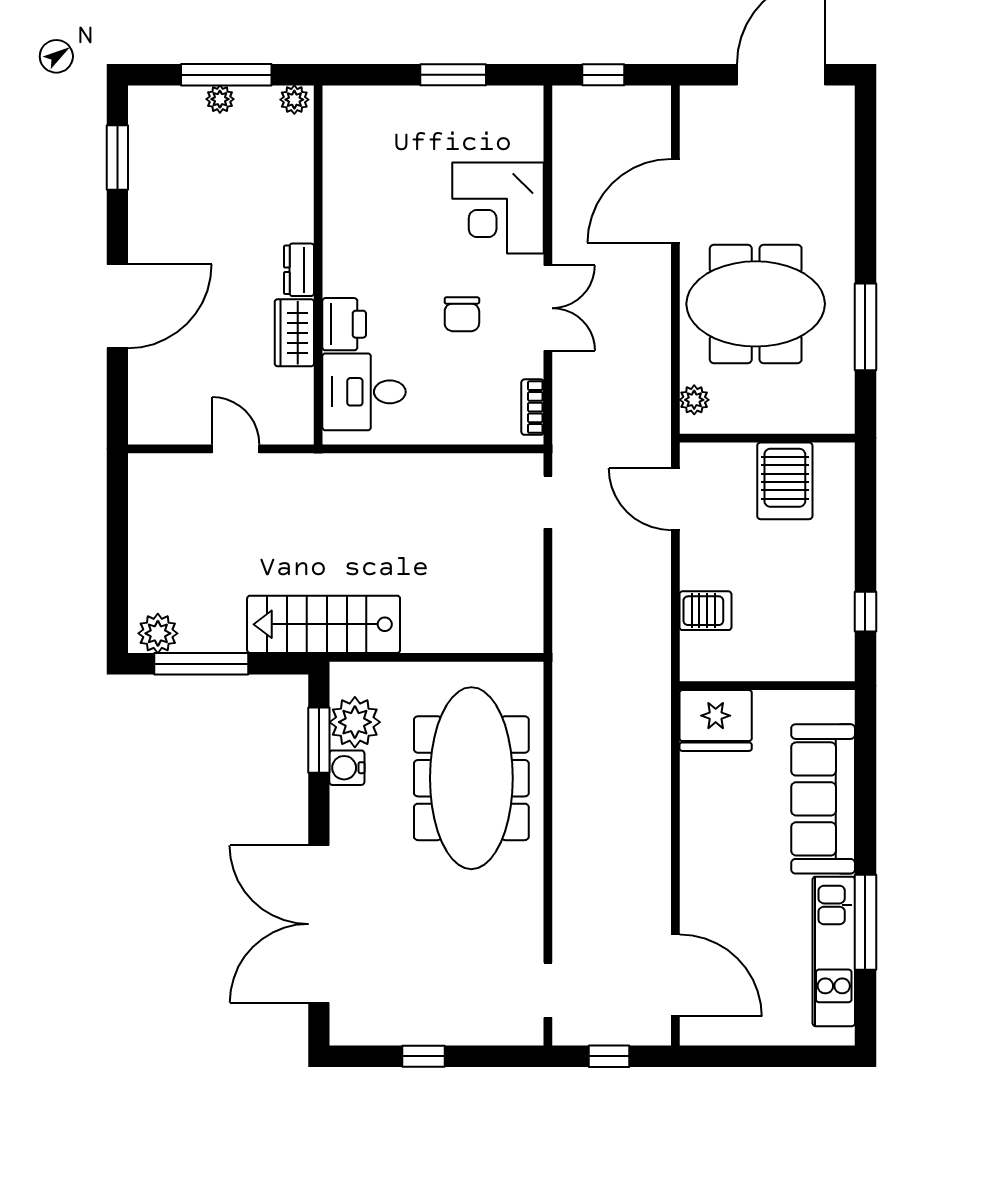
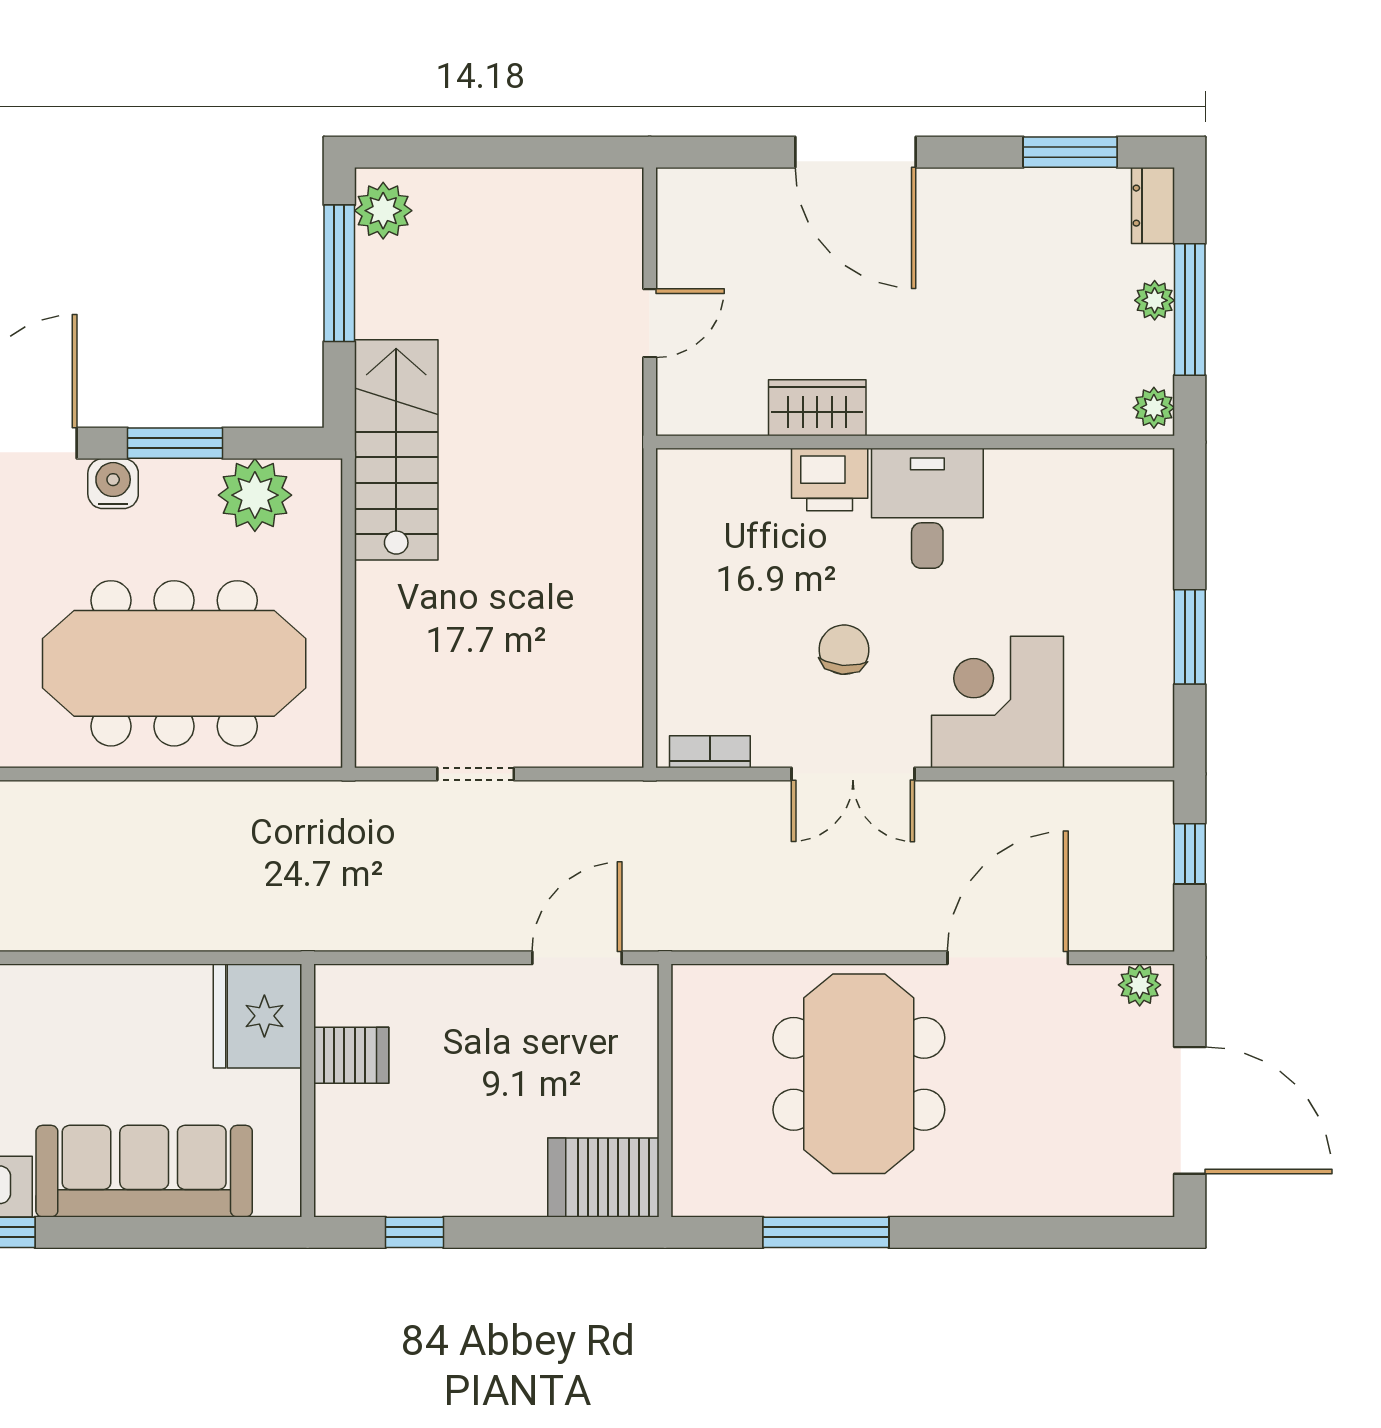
door: (675, 201) -> (1008, 958), hinge flipped
dresser: (299, 270) -> (1153, 206), moved, turned -90
chair: (462, 314) -> (844, 650), turned 95
desk: (364, 392) -> (927, 508), moved
plant: (694, 400) -> (1140, 985), moved
server rack: (785, 481) -> (603, 1177), moved
doorway: (548, 502) -> (476, 774), moved
server rack: (705, 611) -> (351, 1055), moved, turned -90
window: (319, 740) -> (175, 443), moved
water cooler: (347, 768) -> (113, 484), moved

